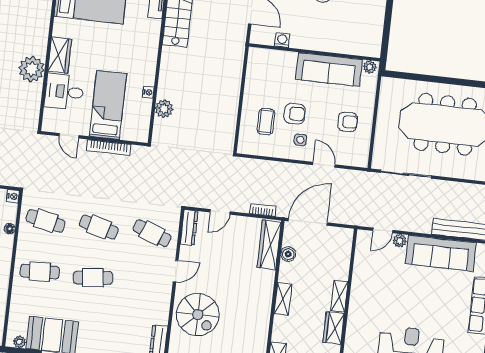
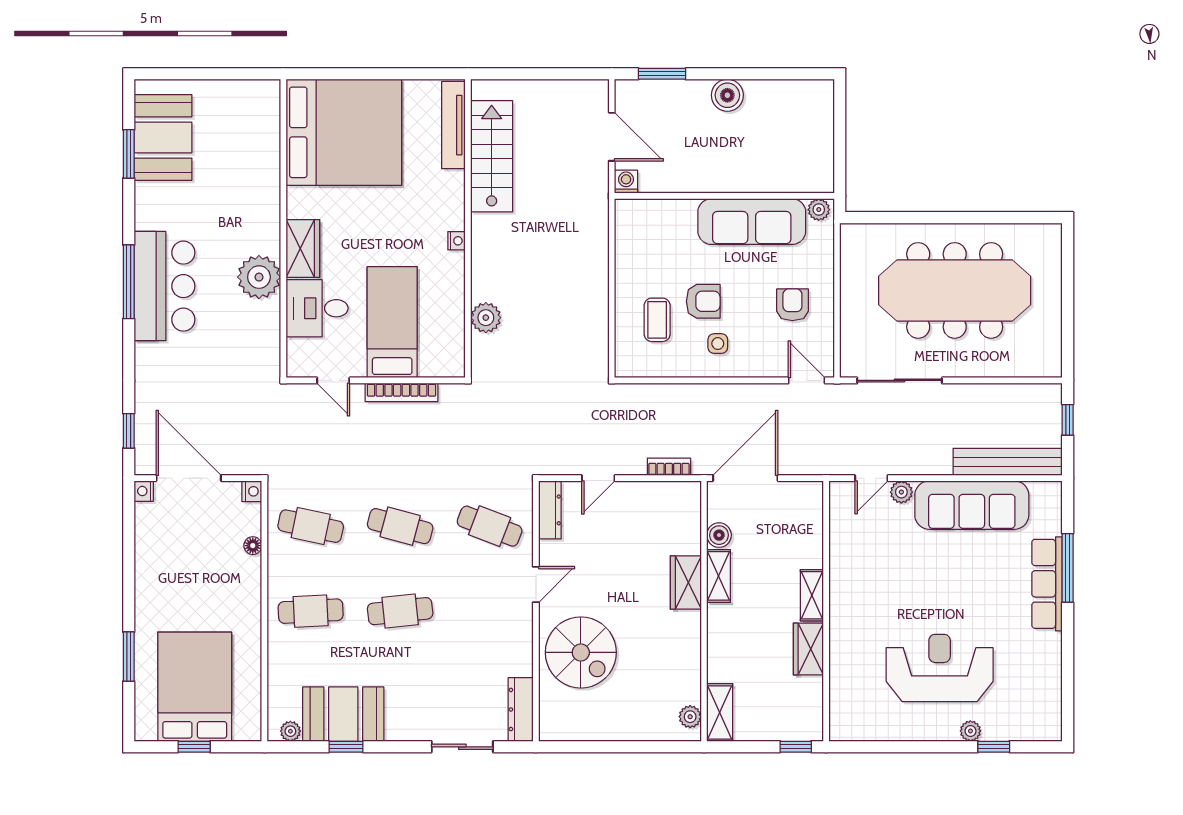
washing machine: (282, 40) -> (626, 182), moved
nightstand: (148, 92) -> (457, 241), moved
armchair: (348, 122) -> (792, 305), turned -90
door: (324, 165) -> (807, 380), moved
wardrobe: (269, 245) -> (686, 582), moved, width x0.67
shelving: (283, 299) -> (719, 576), moved

